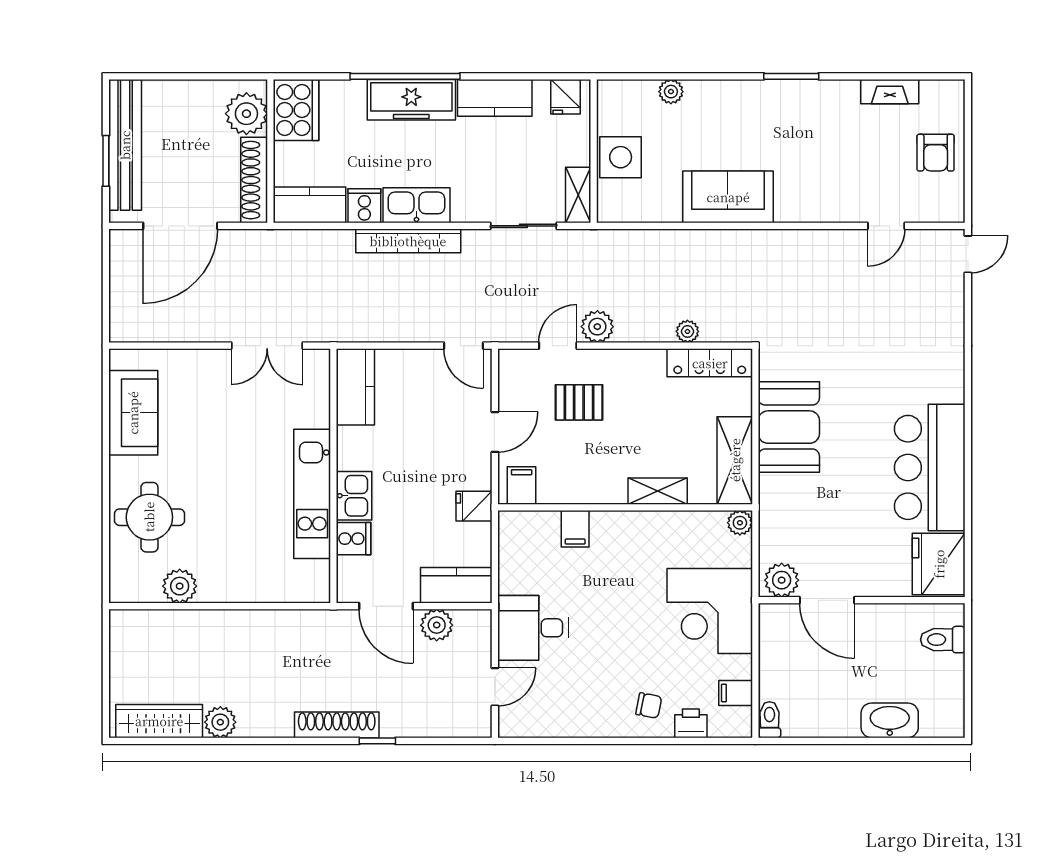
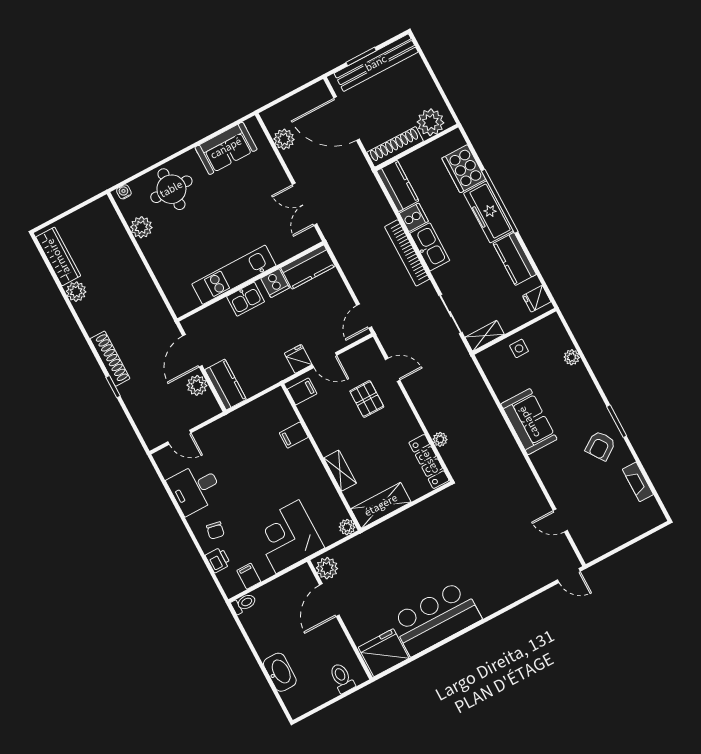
cooker: (296, 110) -> (464, 169), moved, turned 90
armchair: (936, 153) -> (600, 446), moved, turned -35
side table: (621, 157) -> (519, 348), width x0.54, depth x0.54
plant: (597, 327) -> (284, 139), moved
booth: (789, 427) -> (416, 526), removed
fridge: (474, 506) -> (298, 359), moved
cooker: (353, 539) -> (275, 283), moved
water cooler: (119, 584) -> (124, 192), added
desk: (533, 628) -> (195, 488), moved, turned -90

